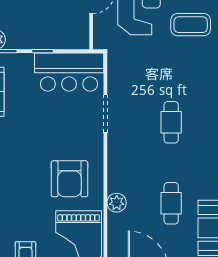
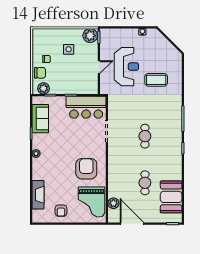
armchair: (69, 179) -> (86, 169), turned 180
plant: (117, 203) -> (113, 203), moved

